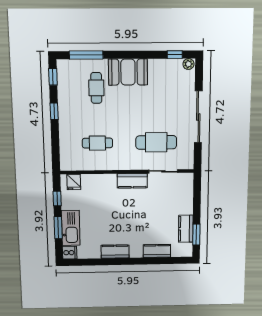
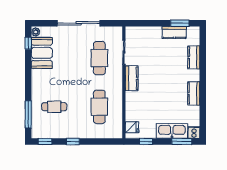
booth: (128, 72) -> (42, 53), moved
cafe table: (97, 143) -> (99, 107), width x1.37, depth x1.35
window: (58, 228) -> (182, 142), moved

